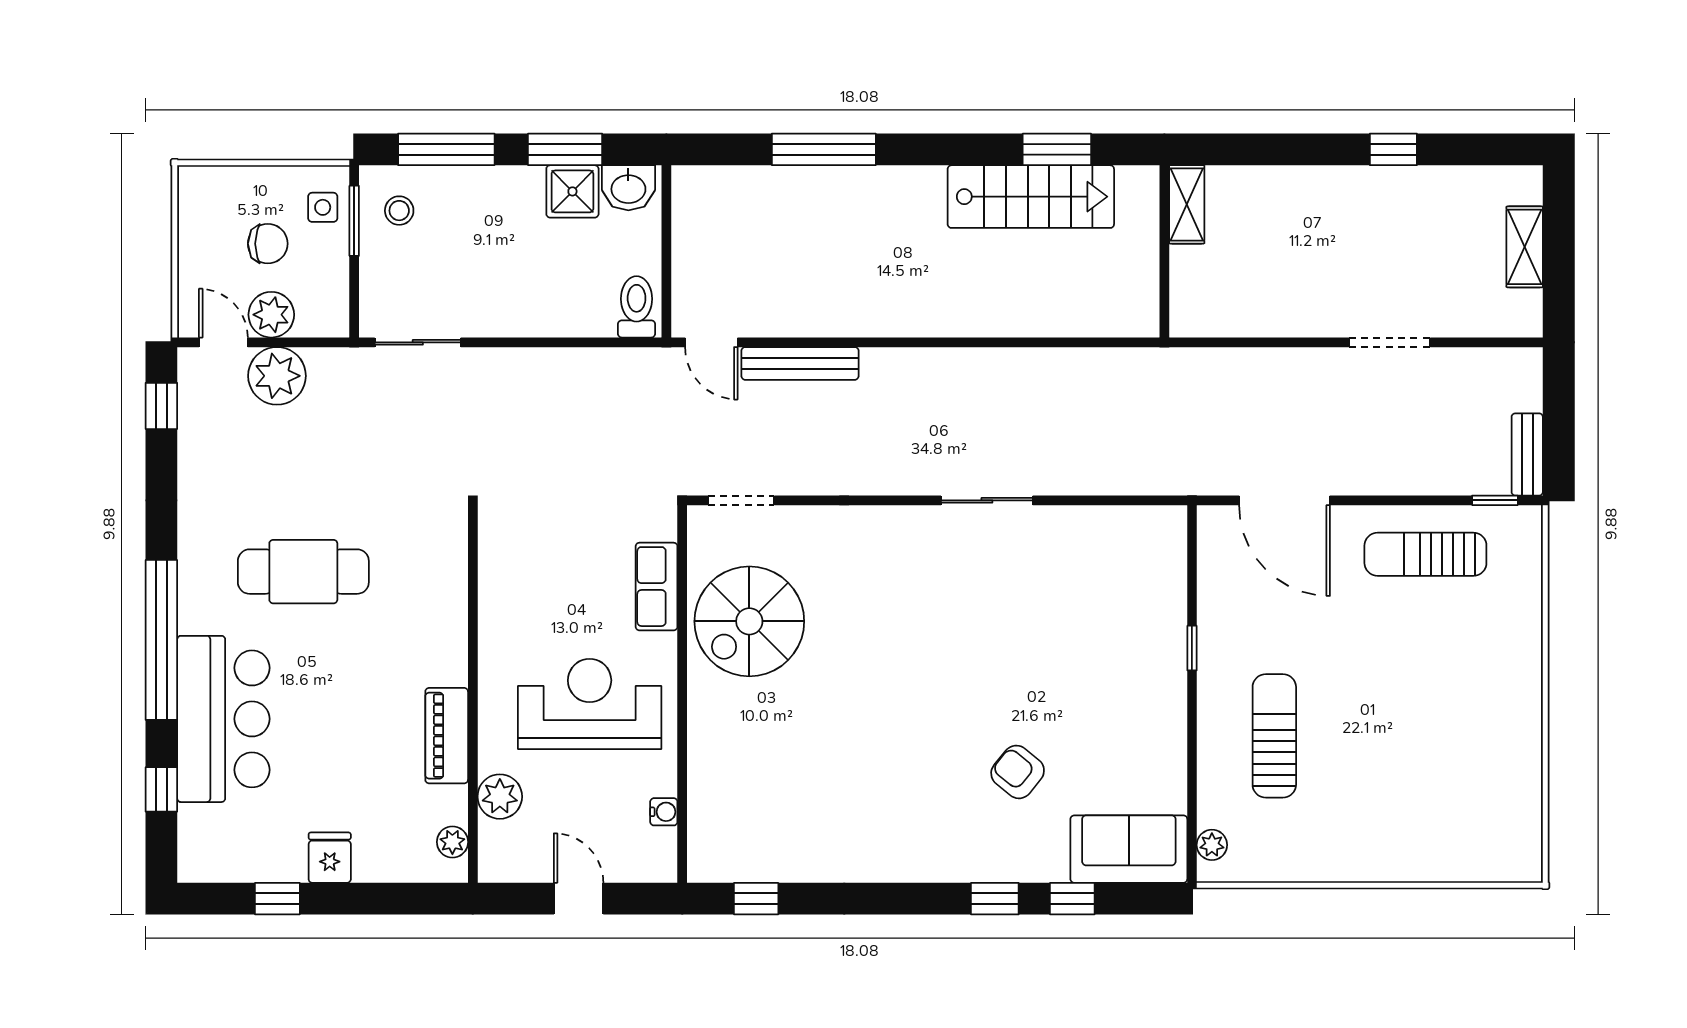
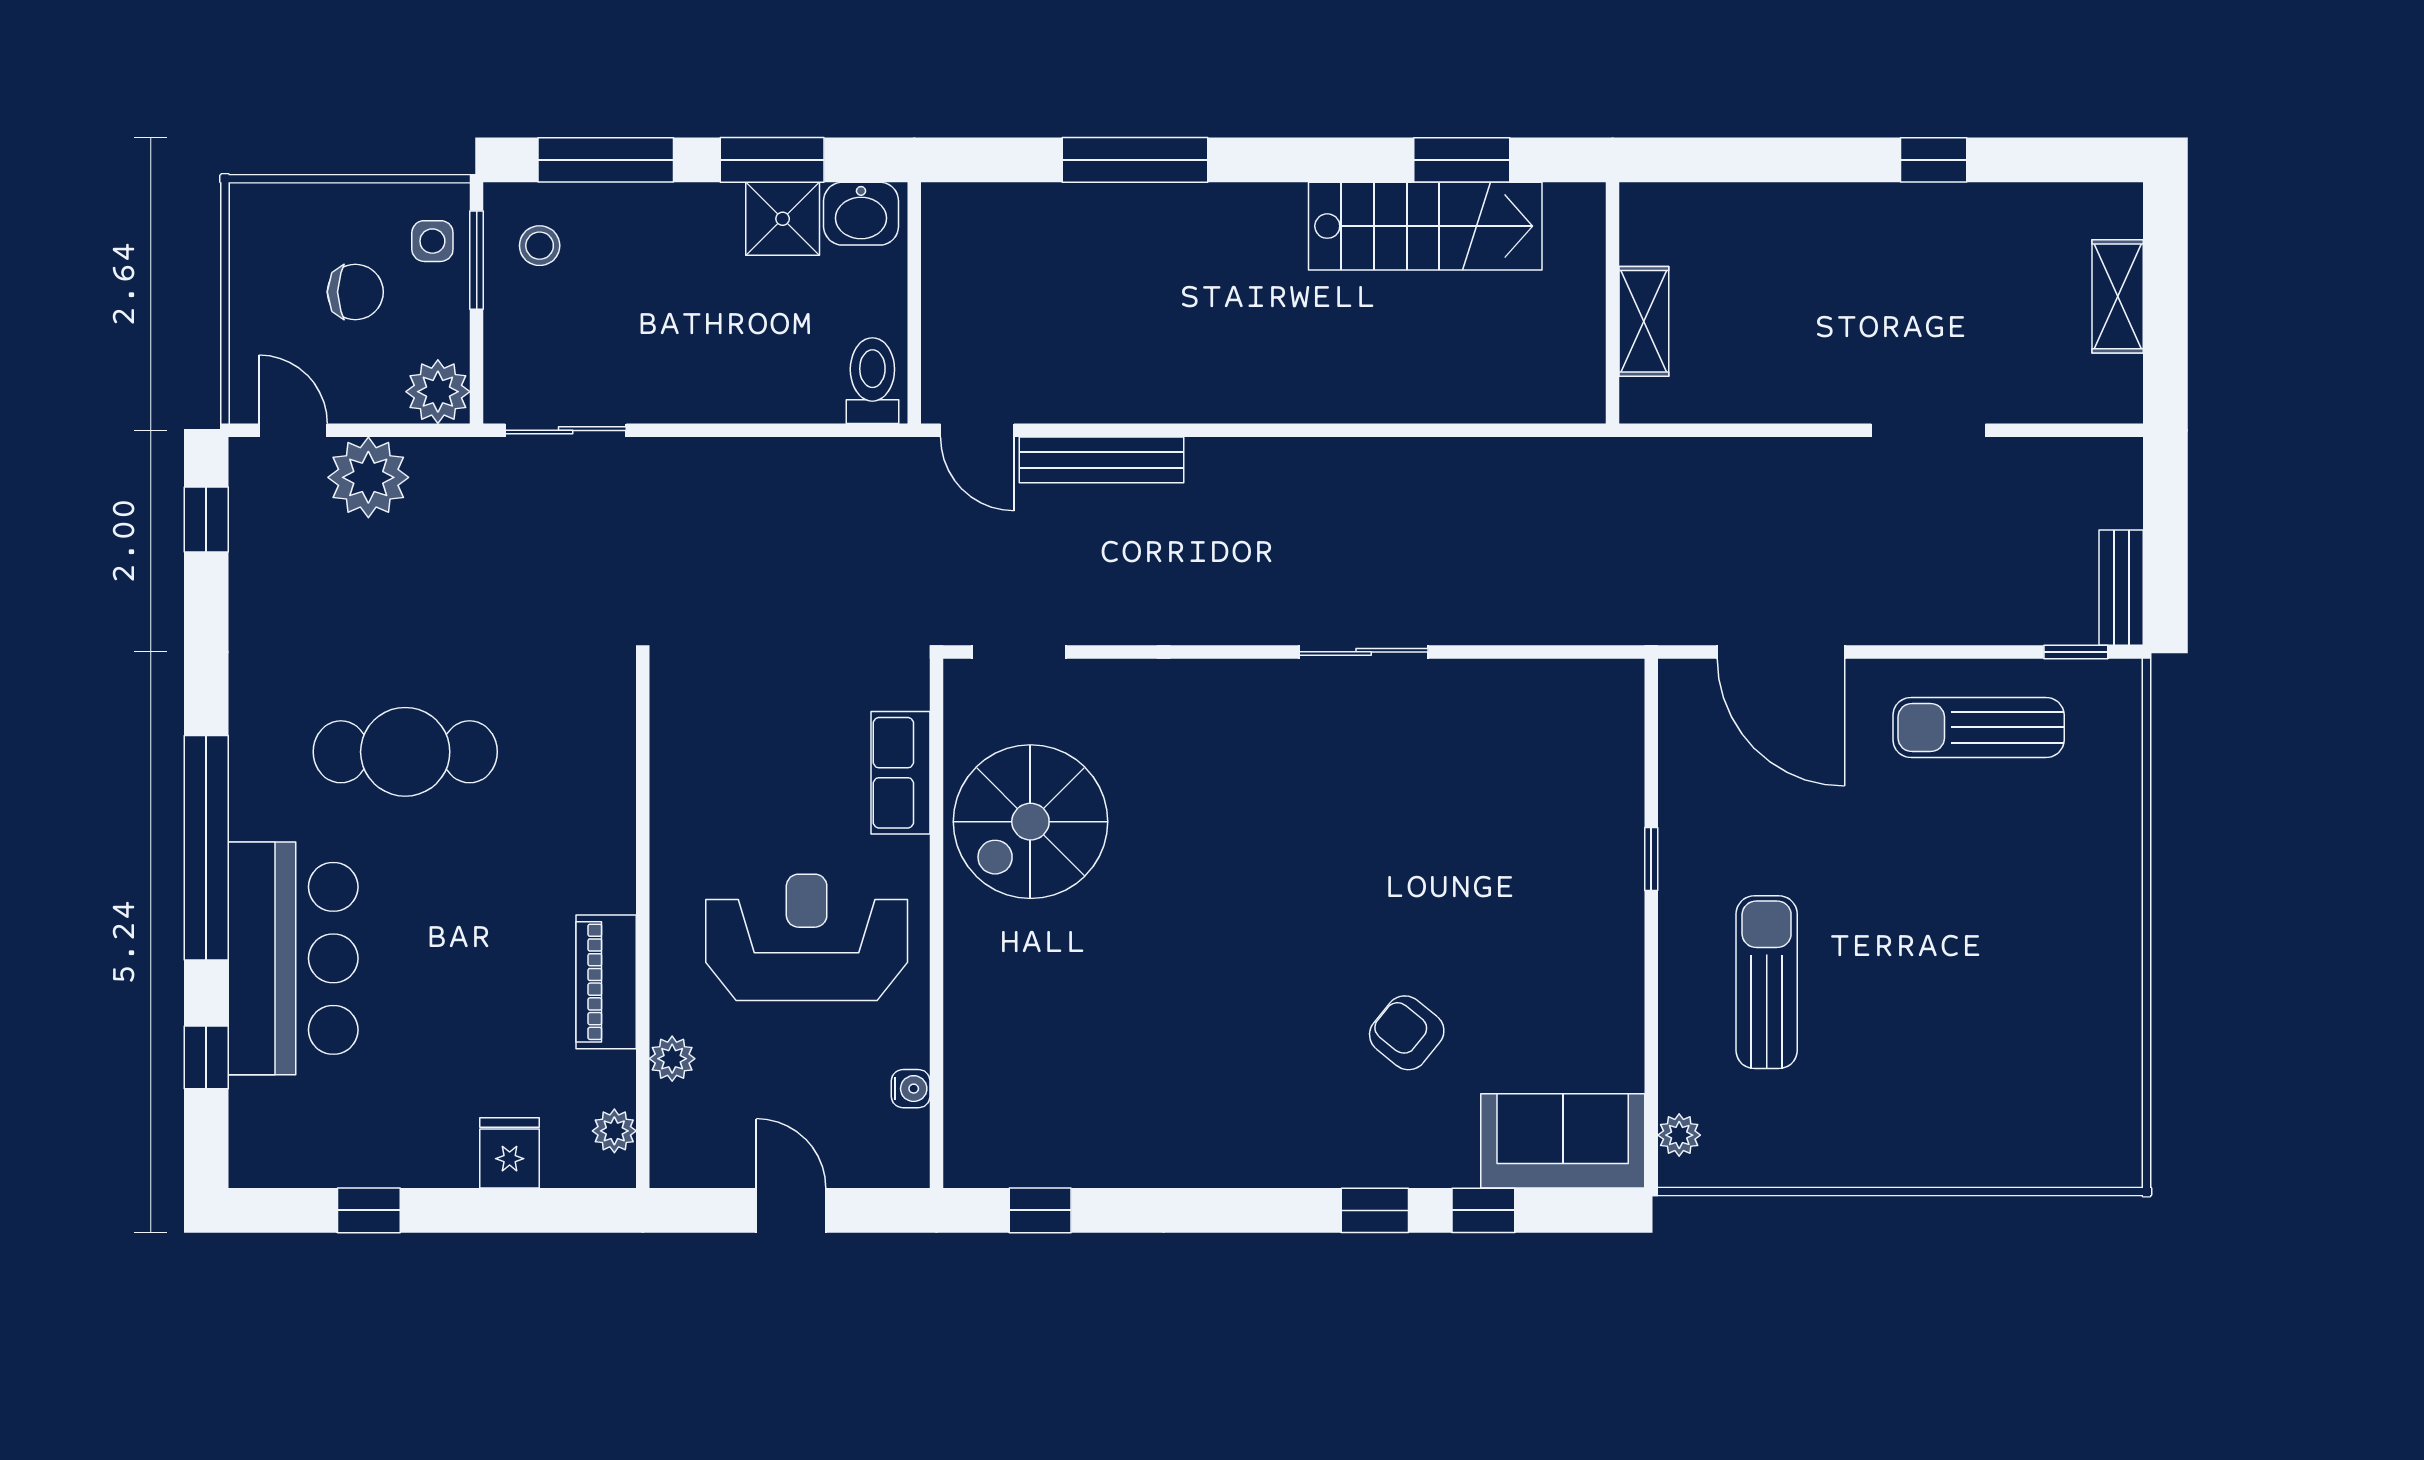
shelving: (1187, 204) -> (1644, 321), moved
plant: (271, 315) -> (438, 392), moved
plant: (500, 797) -> (672, 1059), width x0.73, depth x0.73
fridge: (330, 858) -> (510, 1153), moved

